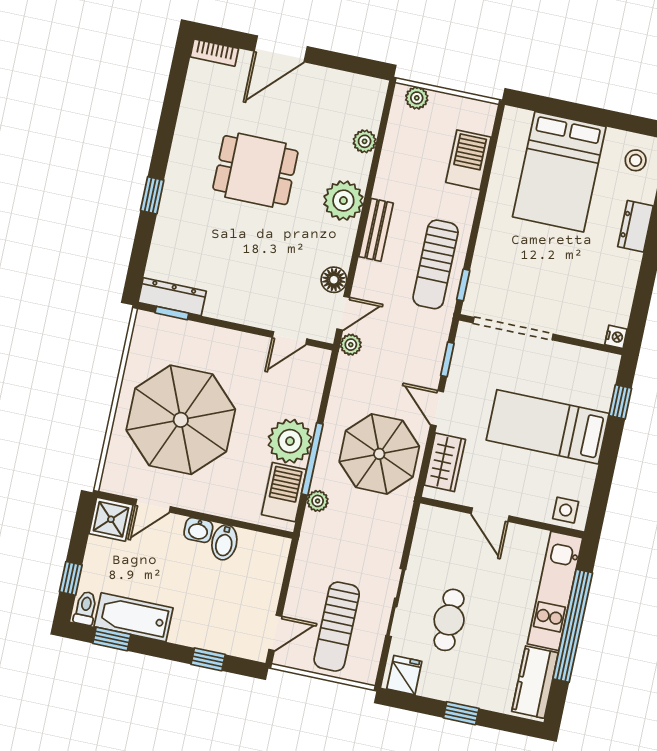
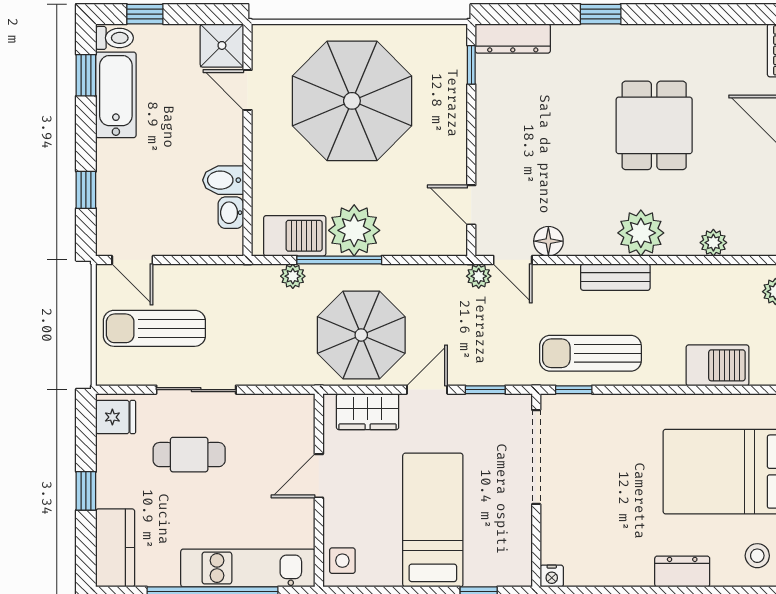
dresser: (172, 297) -> (513, 38), moved, turned 90
washbasin: (198, 530) -> (231, 213), moved
kitchen counter: (535, 682) -> (115, 548), moved, turned 90

